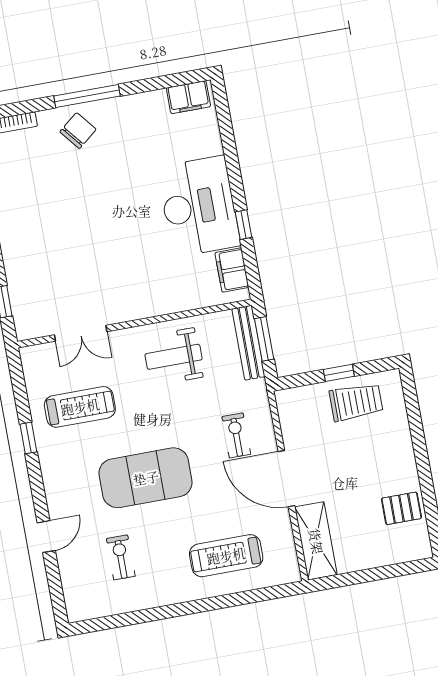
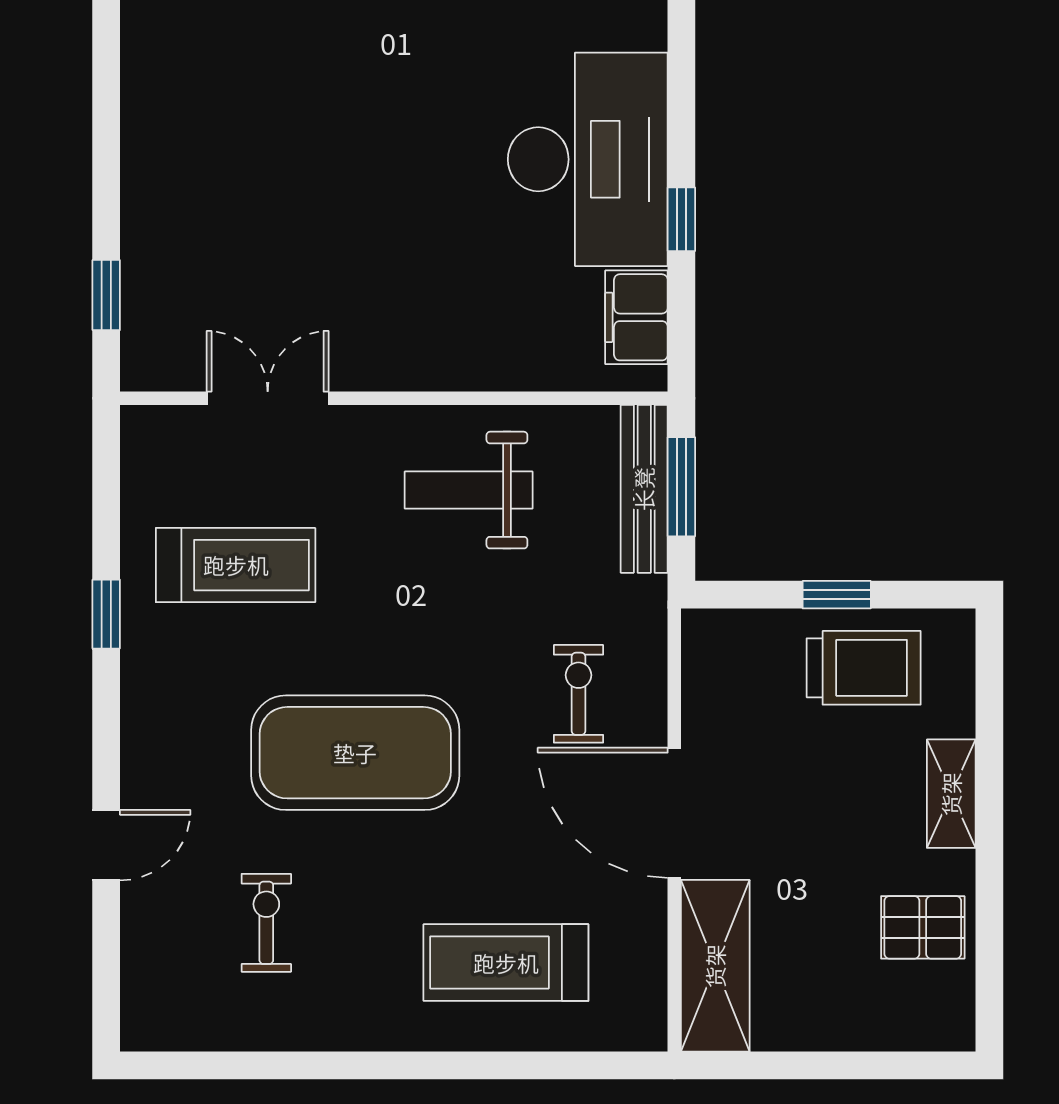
double door: (81, 333) -> (268, 398), swing flipped
shelving: (403, 449) -> (951, 794), added

